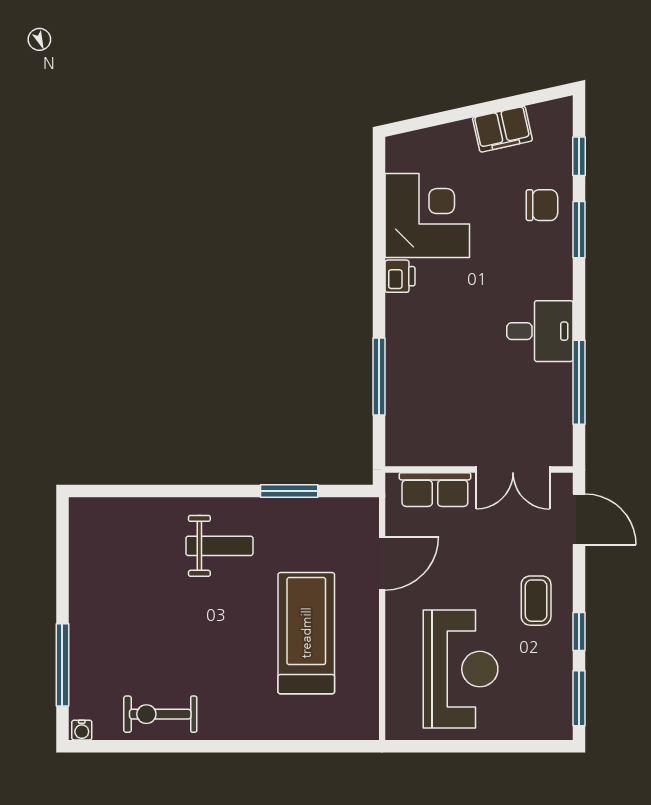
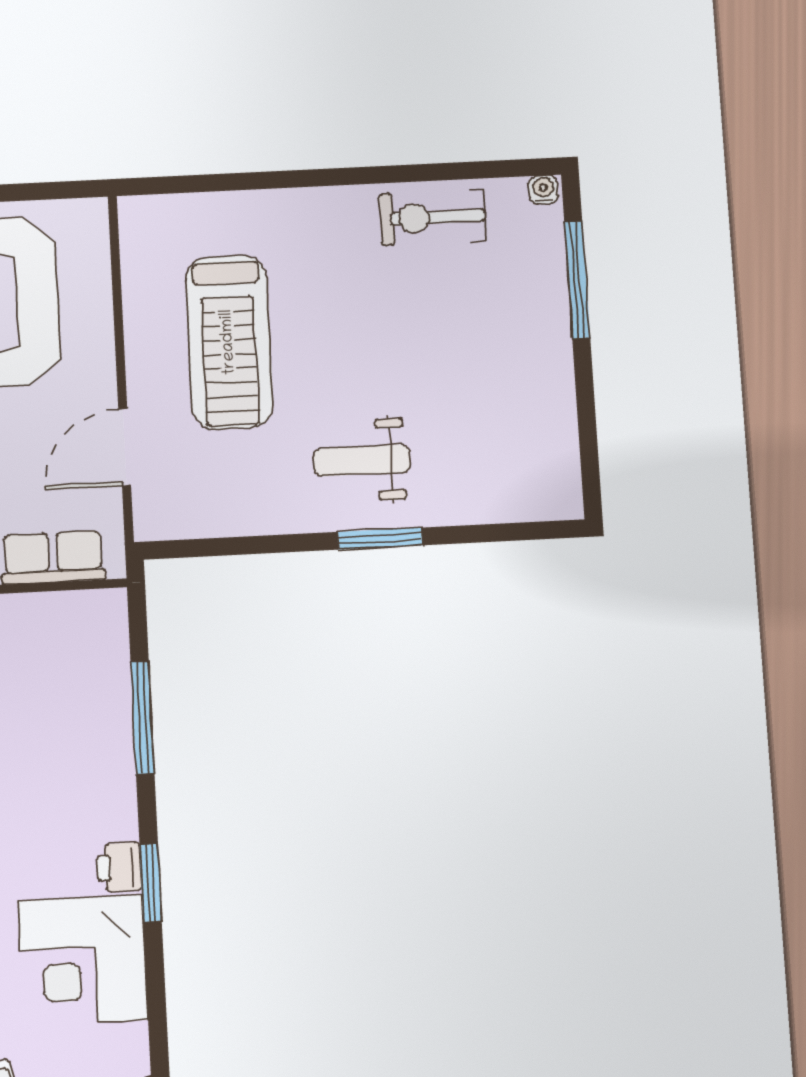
window: (379, 265) -> (151, 883), added
window: (289, 491) -> (380, 539), moved
exercise bike: (160, 714) -> (433, 217), turned 180

